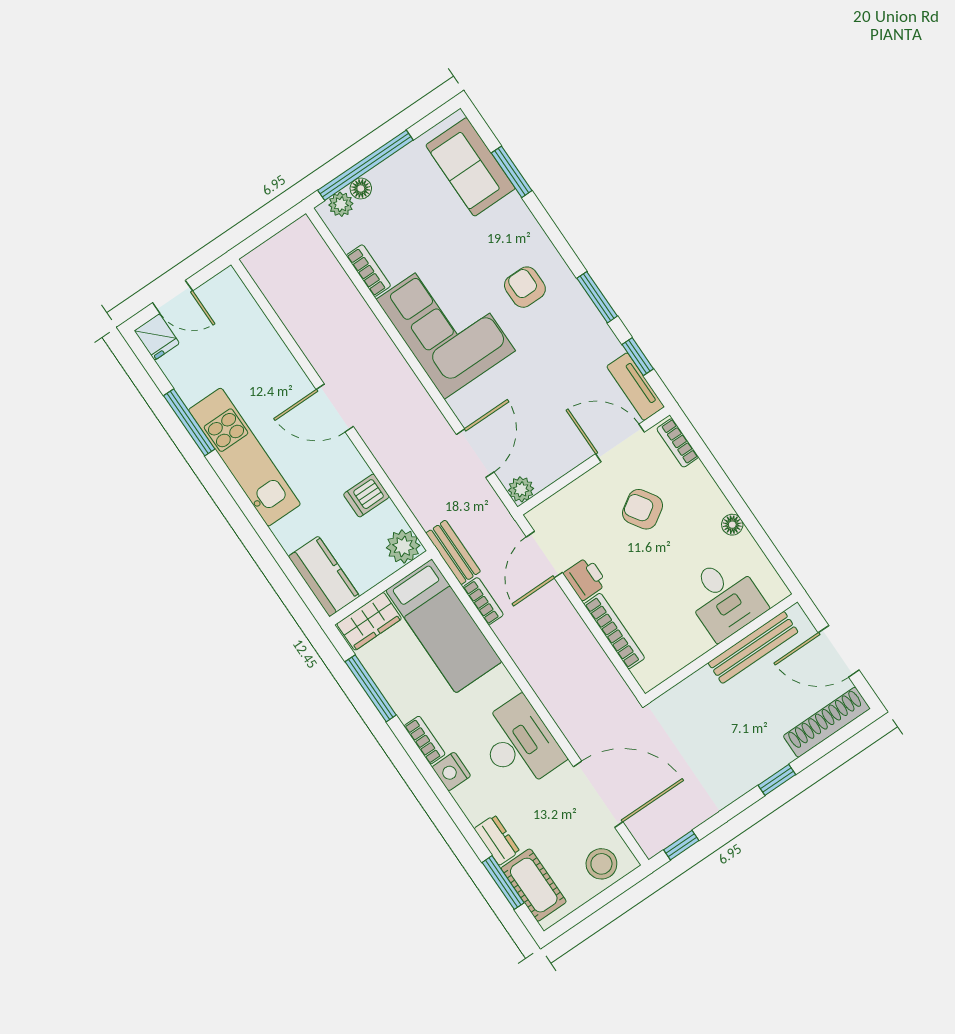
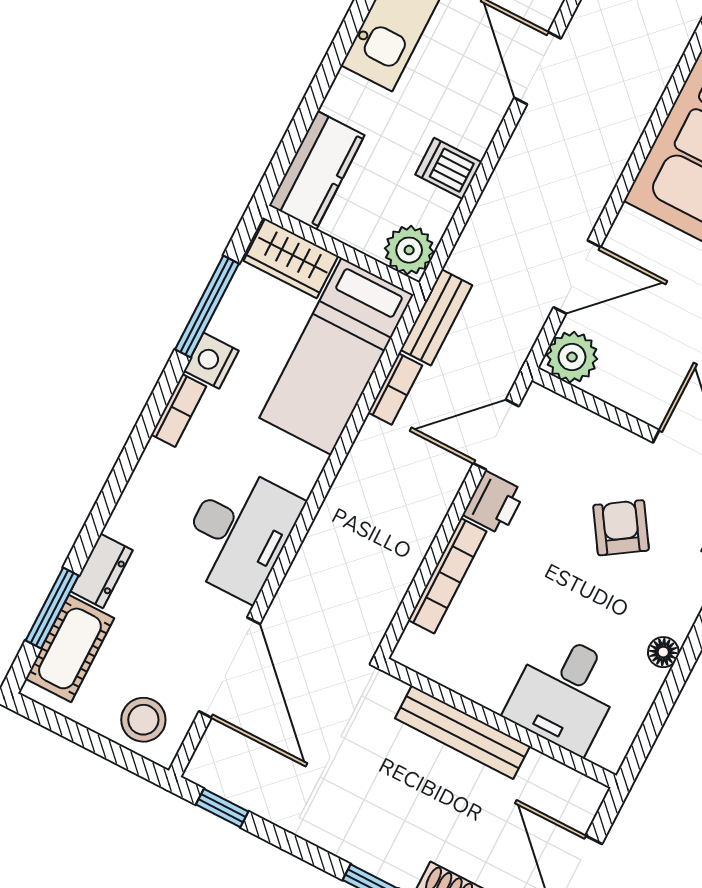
plant: (521, 489) -> (572, 357), width x1.38, depth x1.38
bench: (753, 647) -> (462, 732), moved
nightstand: (451, 771) -> (211, 361), moved

